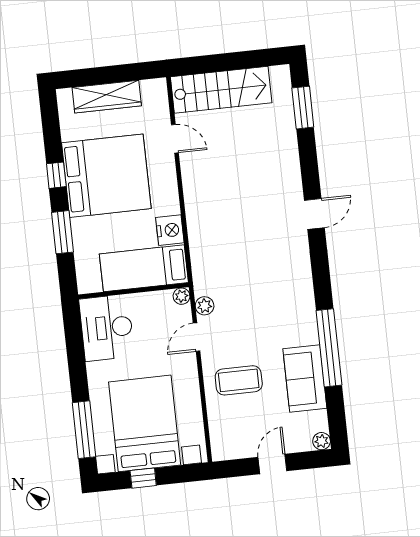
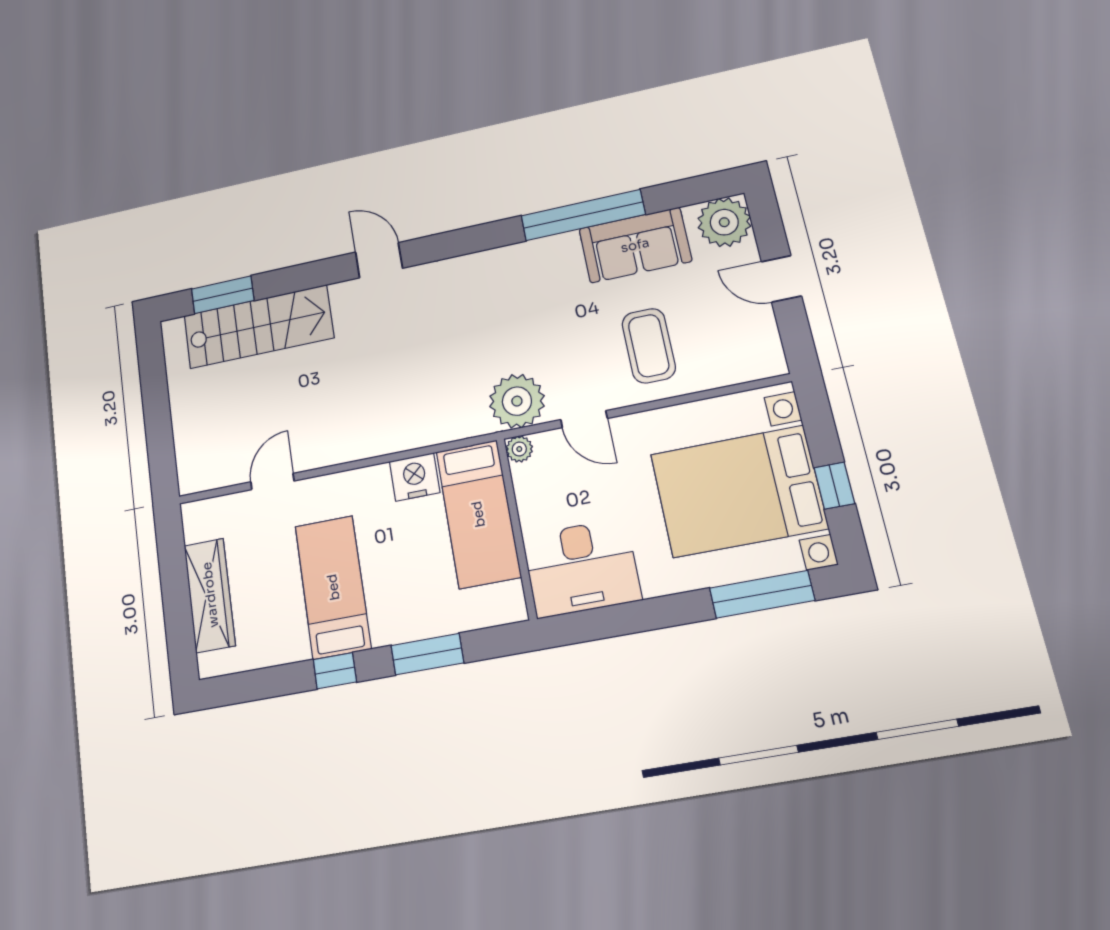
stairs: (221, 90) -> (258, 327), moved, turned 90
bed: (106, 176) -> (333, 587), width x0.49
plant: (205, 306) -> (517, 401), width x1.88, depth x1.88
plant: (322, 441) -> (724, 222), width x1.88, depth x1.88

